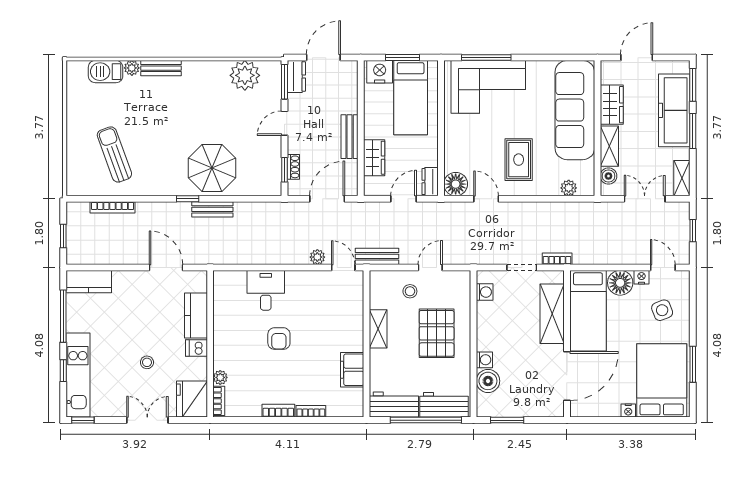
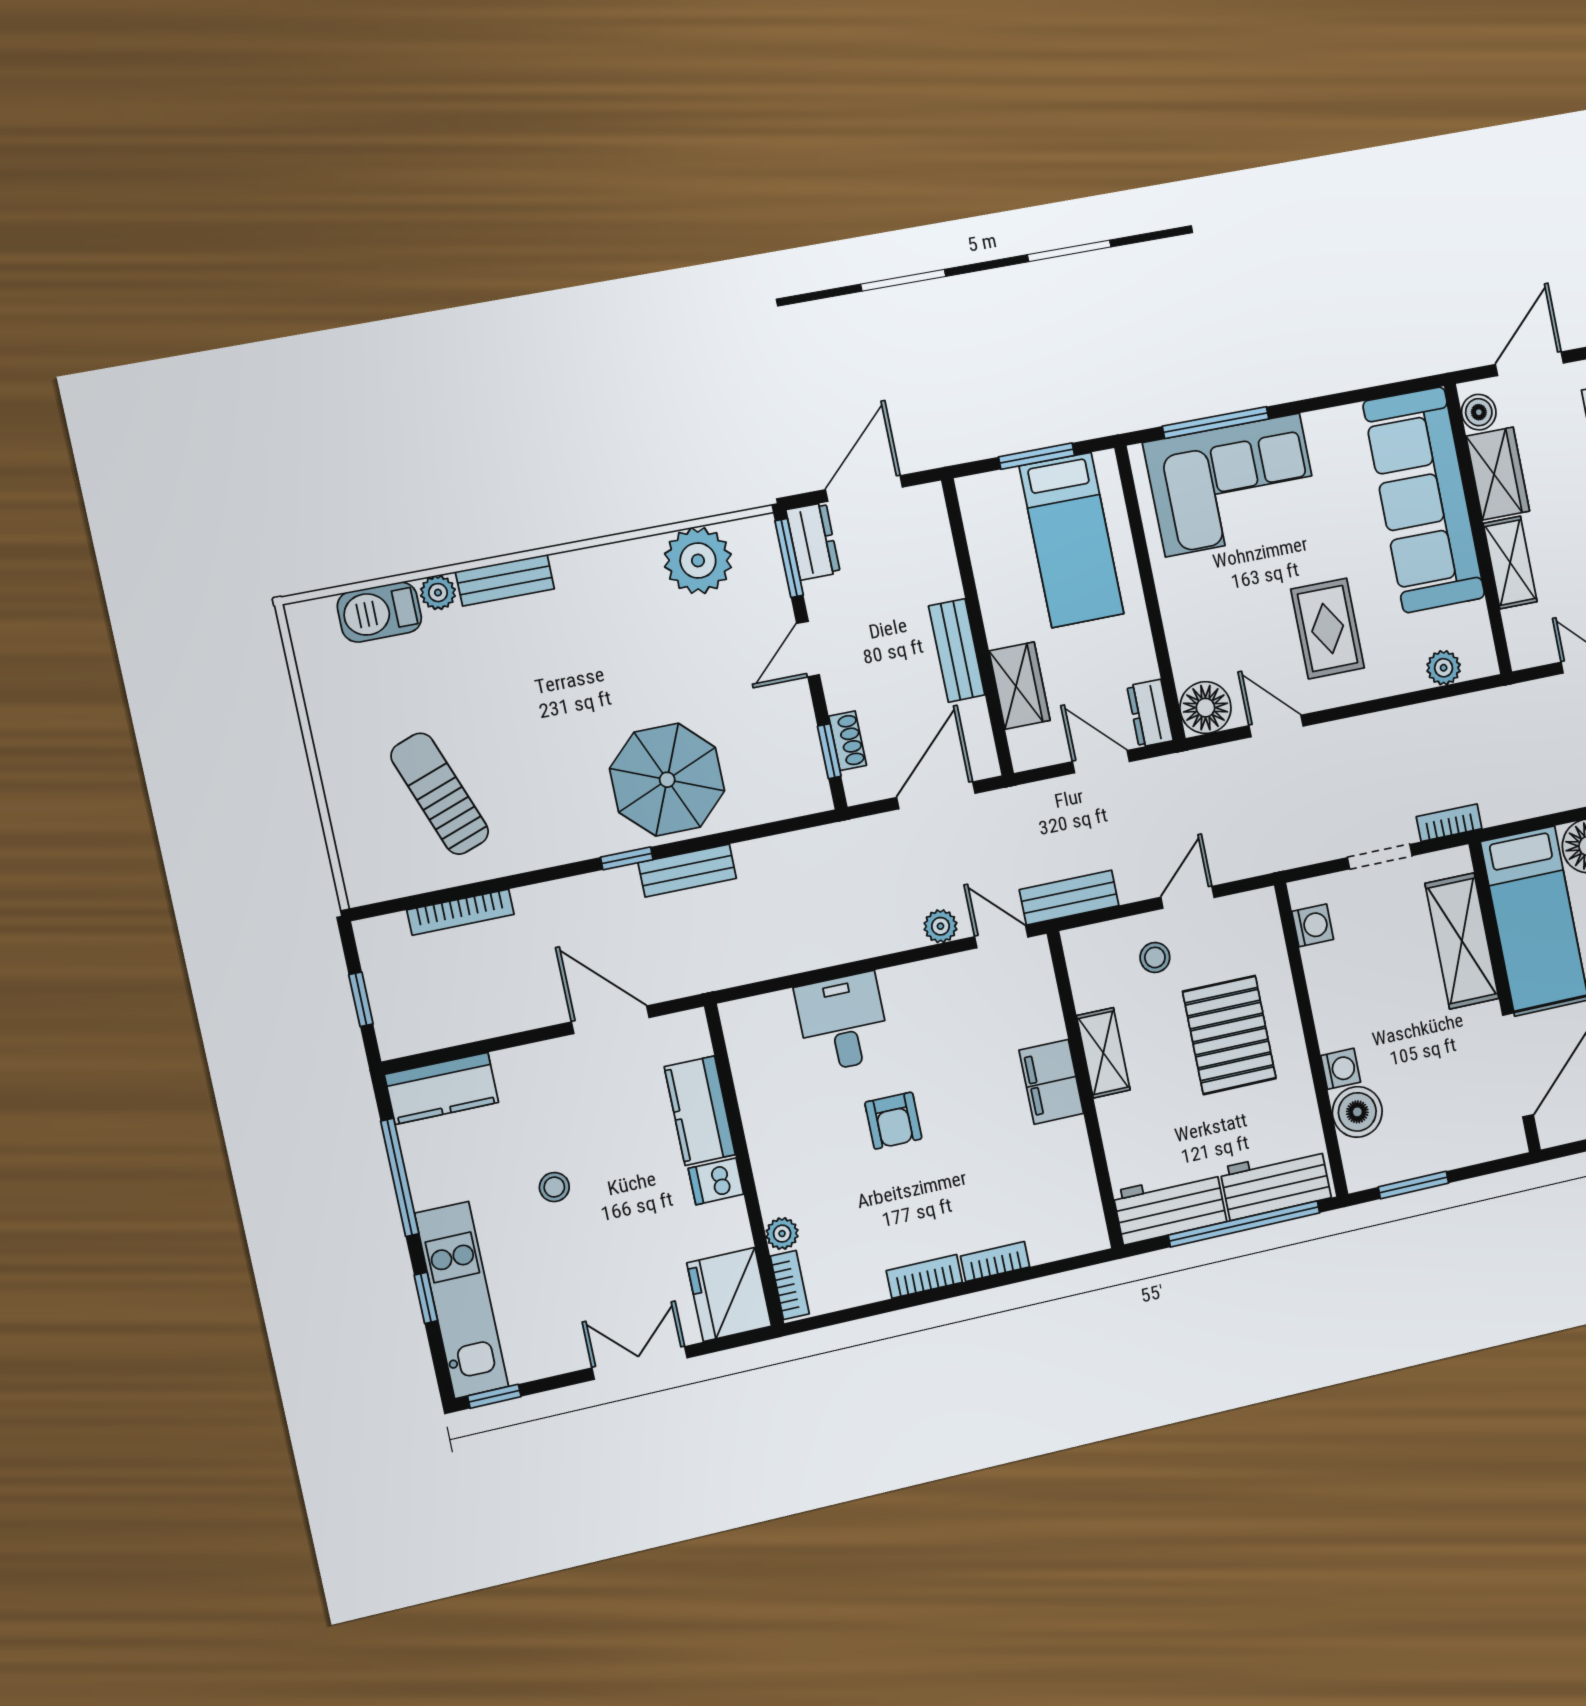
nightstand: (380, 72) -> (993, 496), removed
boiler: (608, 176) -> (1479, 412), moved
door: (404, 199) -> (1101, 762), hinge flipped
stool: (147, 362) -> (554, 1187), moved
filing cabinet: (352, 370) -> (1051, 1082), moved

